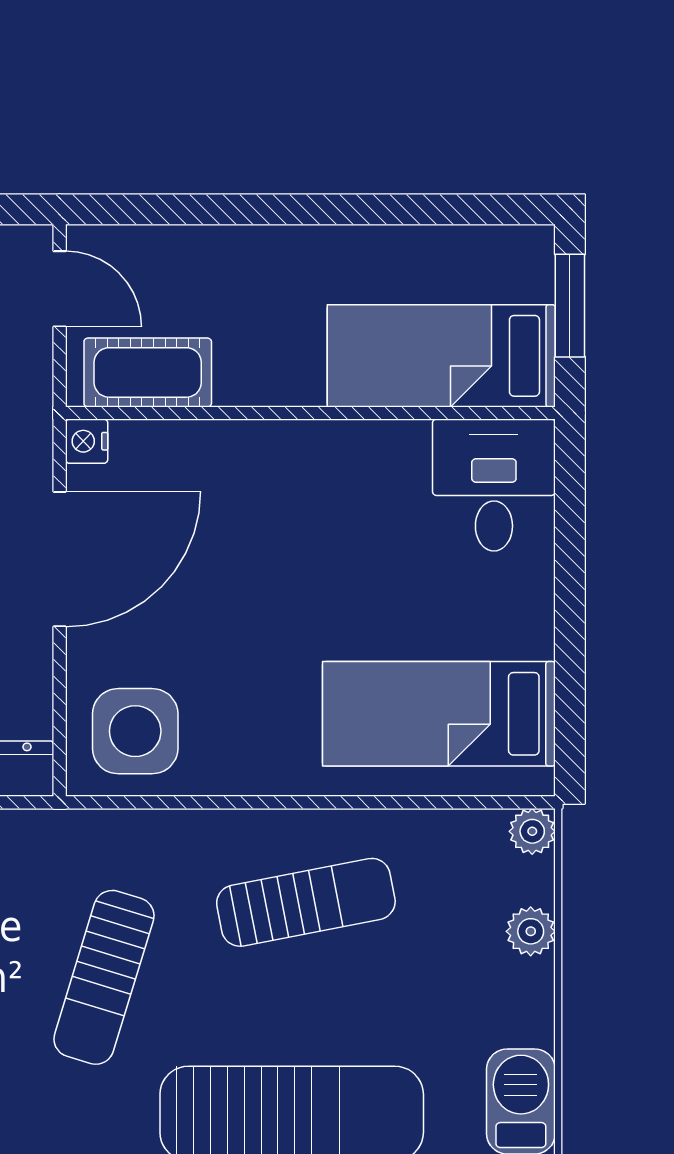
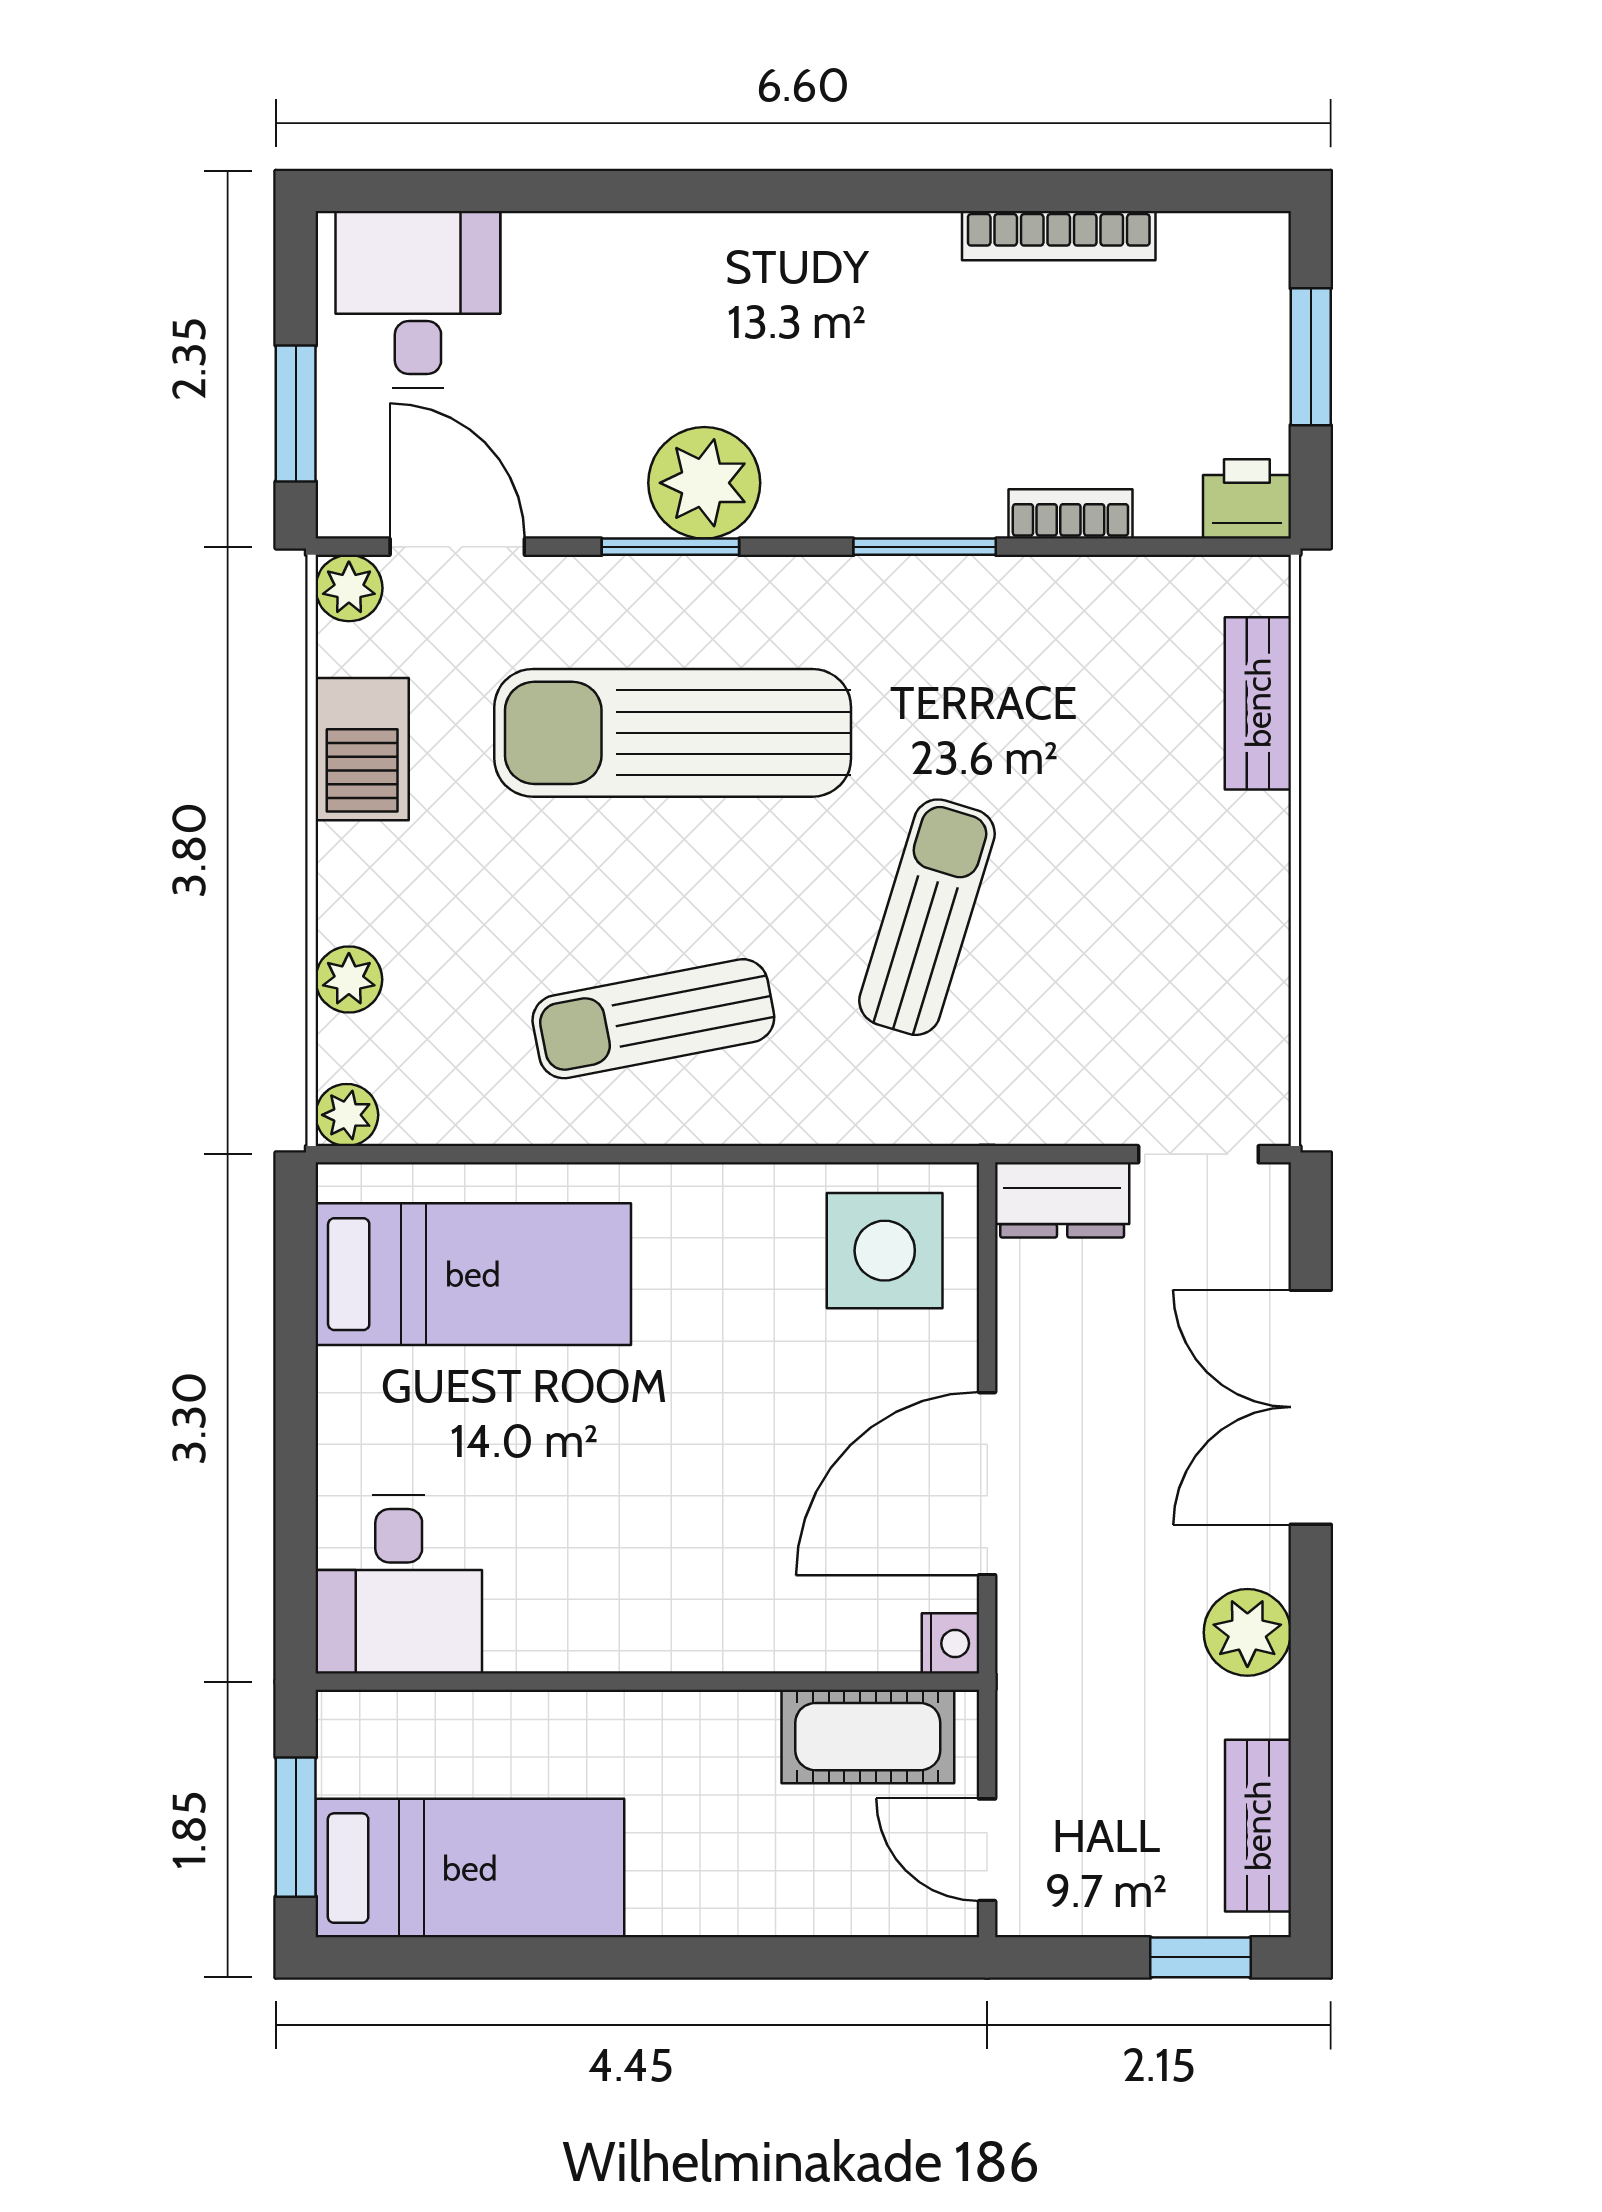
bed: (441, 356) -> (470, 1868), moved

